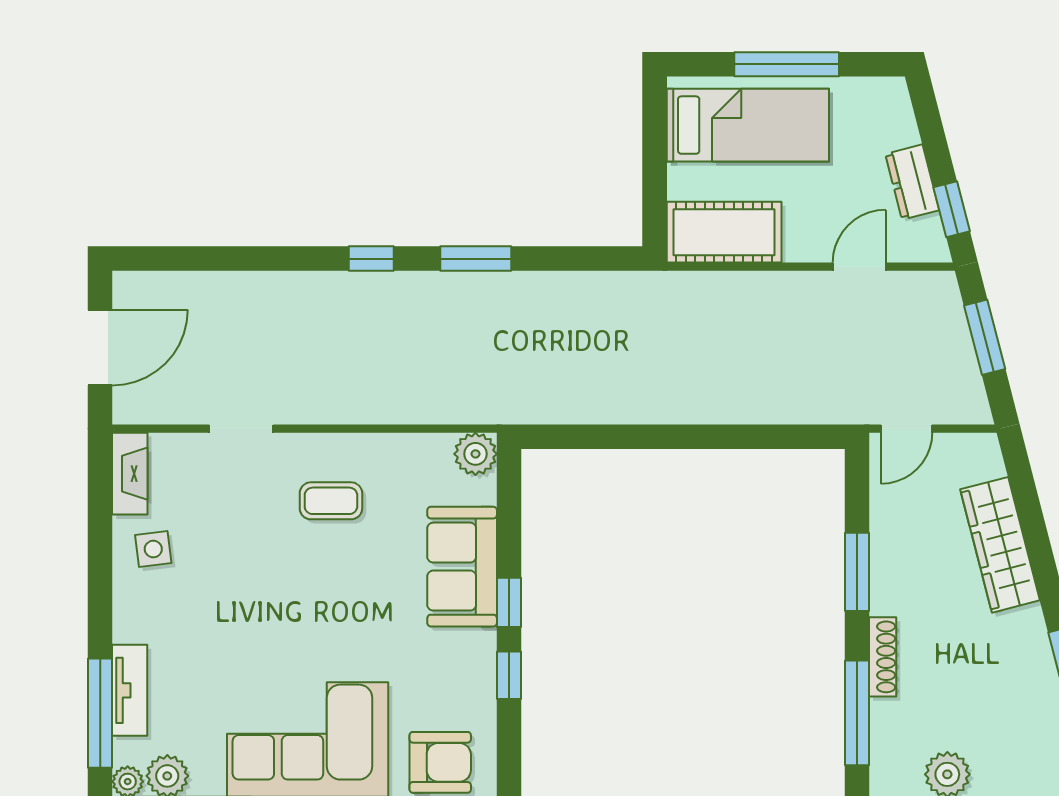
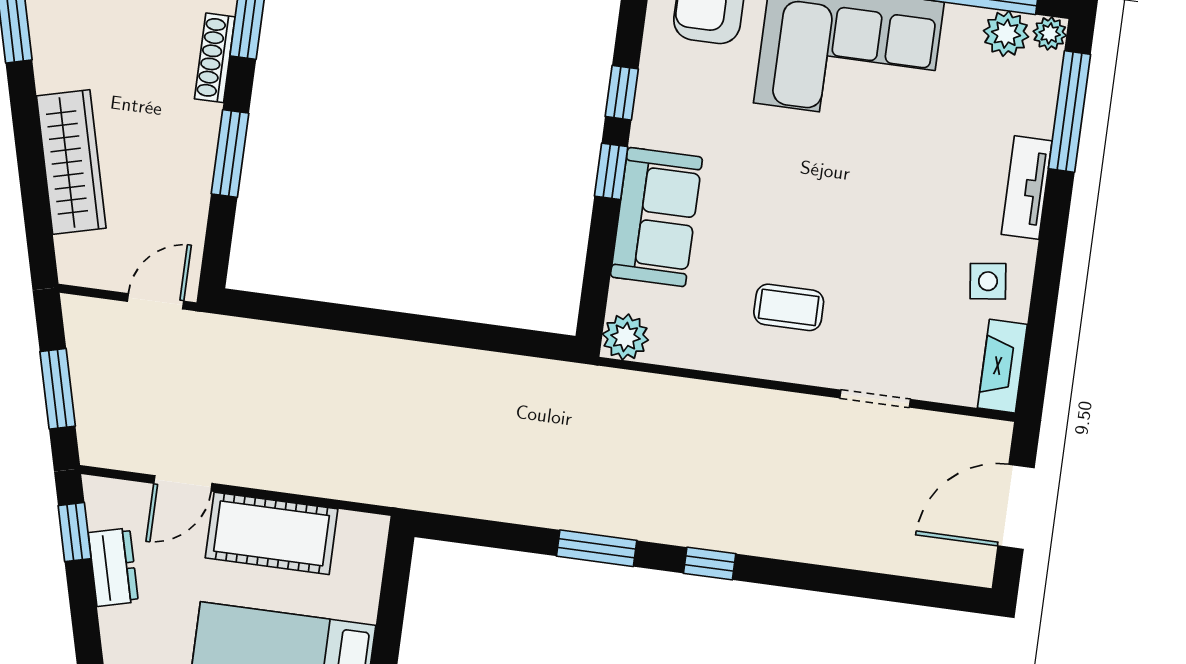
cot: (724, 232) -> (272, 533), moved
tv unit: (130, 690) -> (1027, 188), moved

